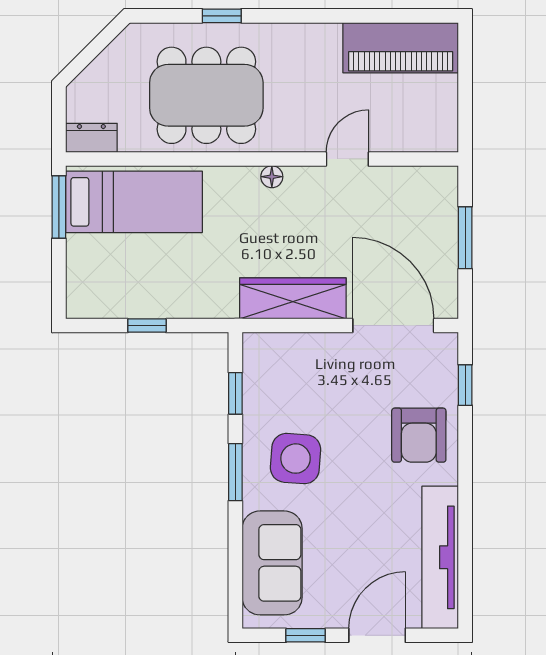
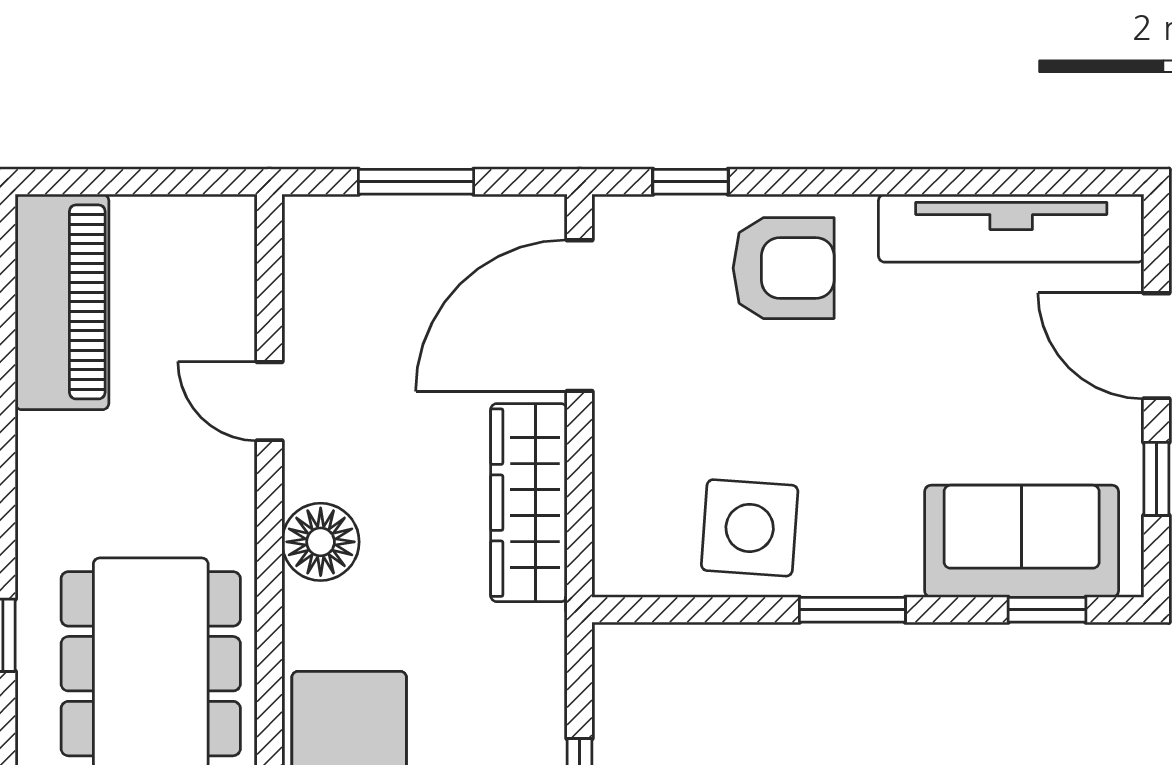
floor lamp: (272, 177) -> (321, 542), width x1.89, depth x1.89
window: (235, 393) -> (1047, 610), moved
side table: (296, 459) -> (750, 528), moved

